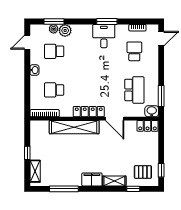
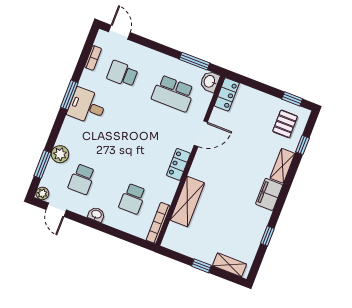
plant: (54, 29) -> (42, 193), moved
school desk: (134, 90) -> (173, 93), turned 180
locker: (89, 112) -> (178, 164), width x0.66
shelving: (74, 127) -> (187, 202), width x0.68
window: (64, 189) -> (267, 236), width x0.46

